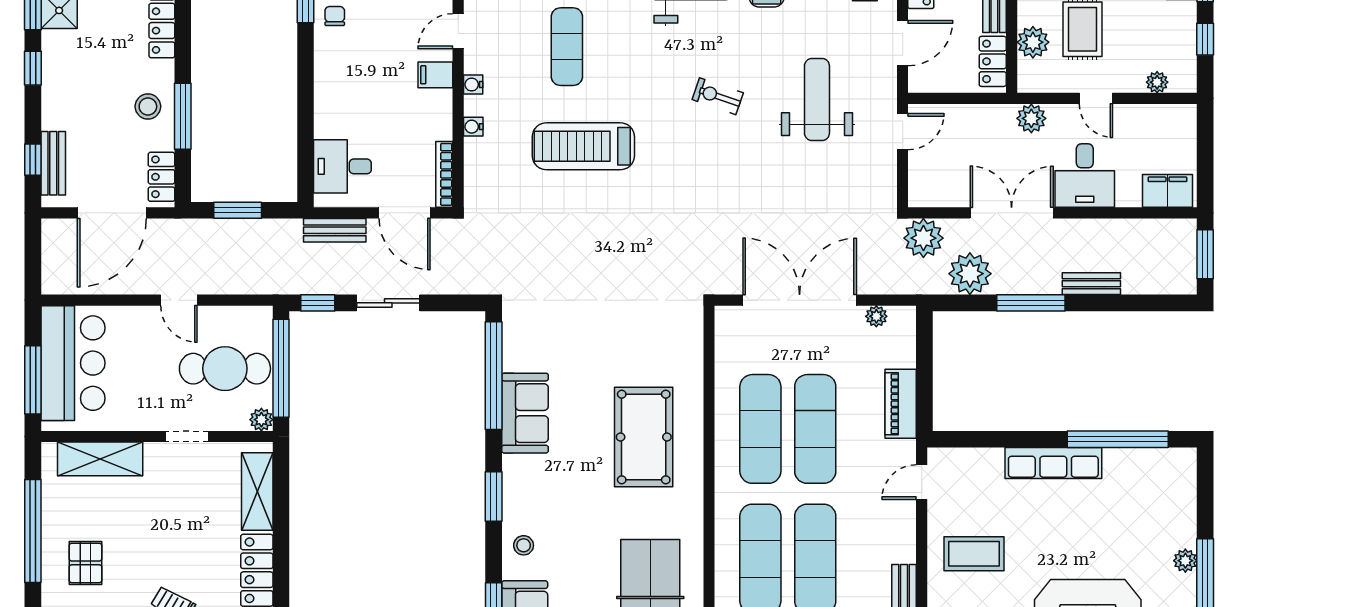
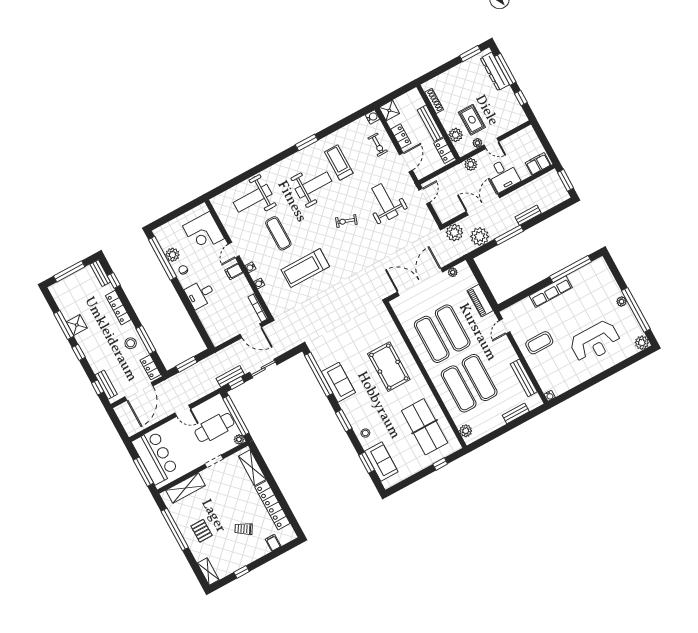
plant: (1157, 82) -> (477, 143), moved
desk: (342, 166) -> (200, 294), moved
bench: (335, 230) -> (230, 376), moved

